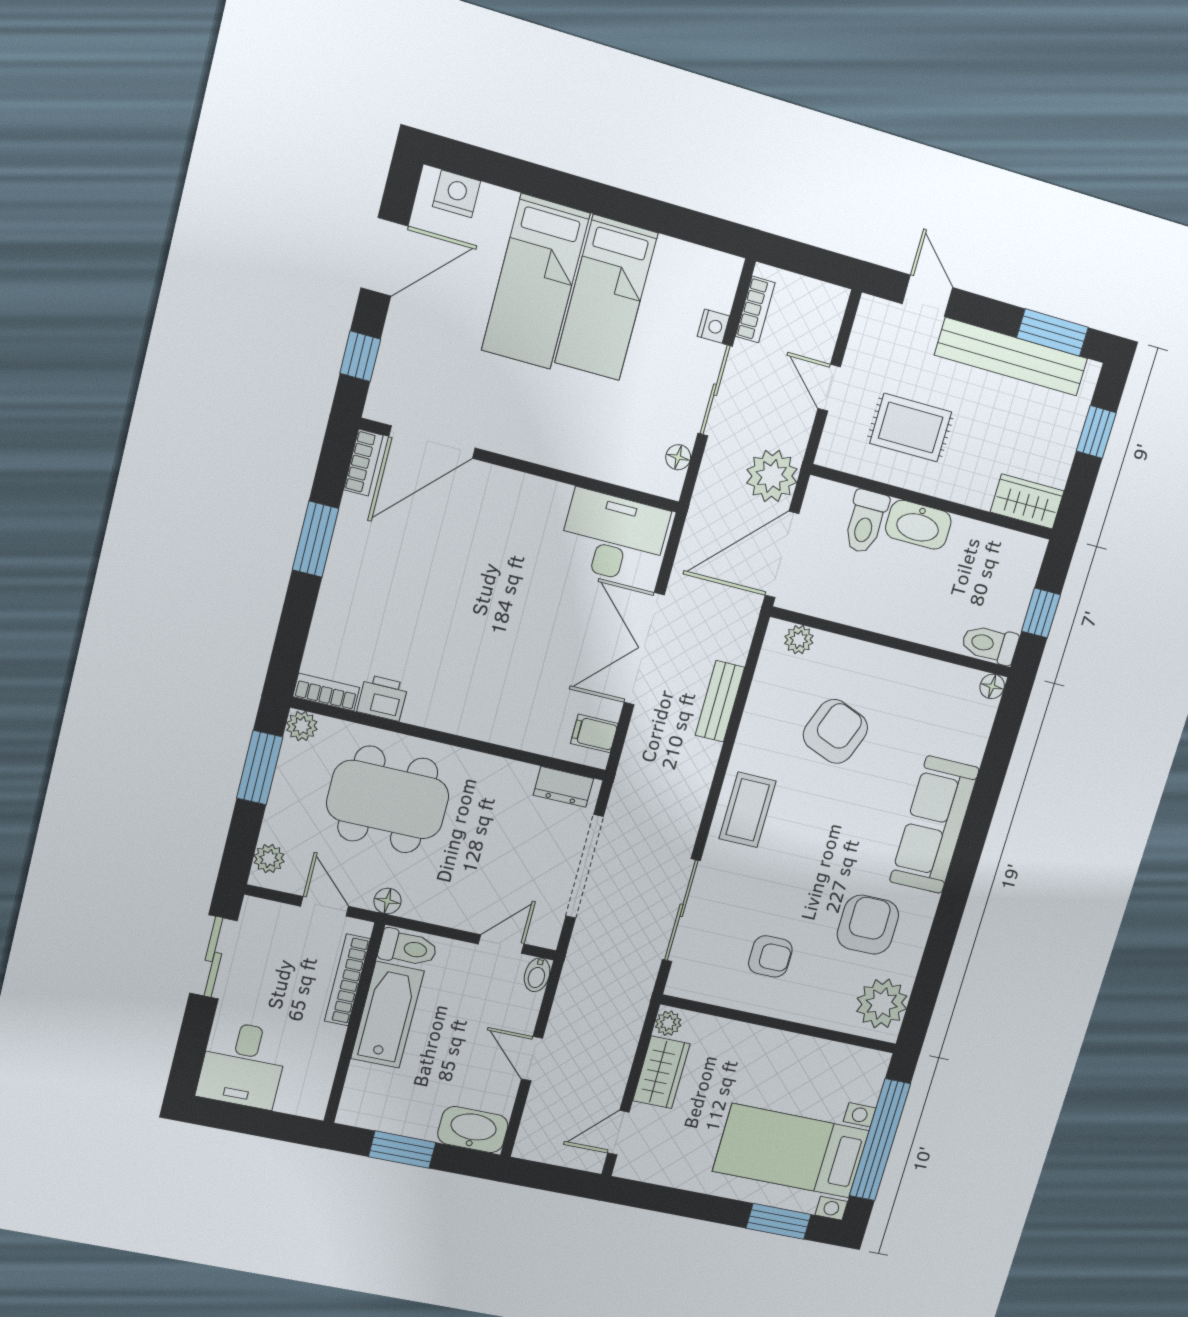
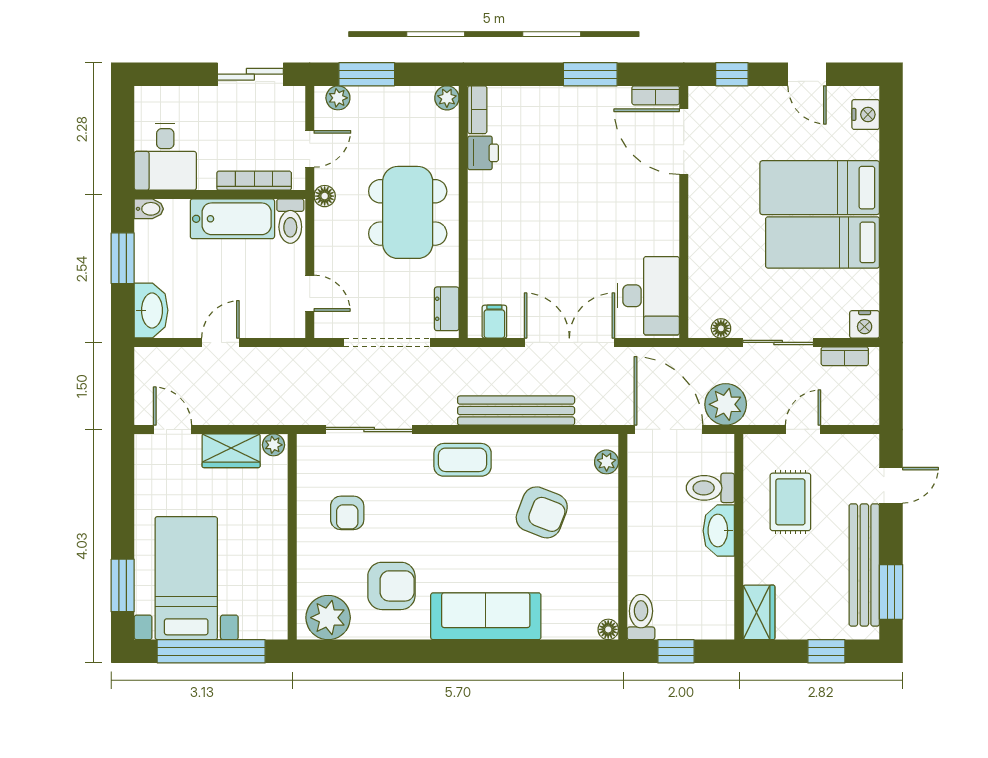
door: (384, 257) -> (807, 74), width x0.73
nightstand: (713, 326) -> (865, 324), moved, width x1.39, depth x1.35
bench: (720, 701) -> (516, 411), width x1.86, depth x1.21
window: (260, 768) -> (367, 74), moved
dining table: (388, 800) -> (408, 212), moved
bidet: (537, 975) -> (149, 209), moved, turned 180
desk: (243, 1065) -> (165, 157), moved, turned -90

